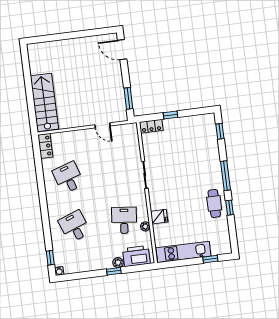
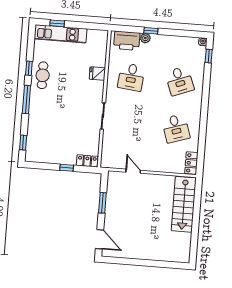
window: (128, 98) -> (102, 203), moved
plant: (145, 226) -> (112, 67), removed
kitchen unit: (183, 252) -> (61, 34), moved

